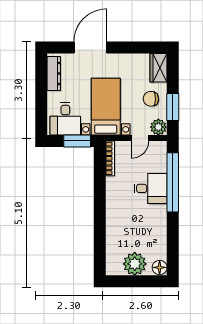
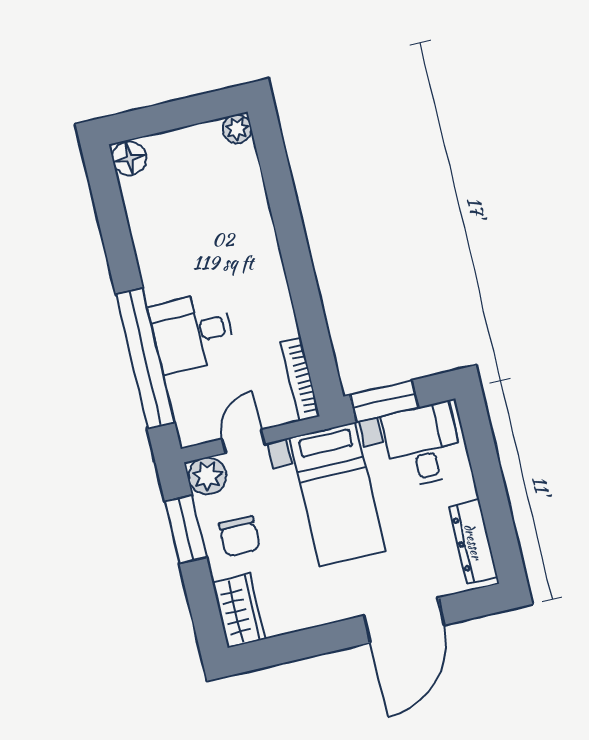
chair: (151, 99) -> (239, 536), turned 90
plant: (135, 264) -> (237, 129), moved, width x0.53, depth x0.53

